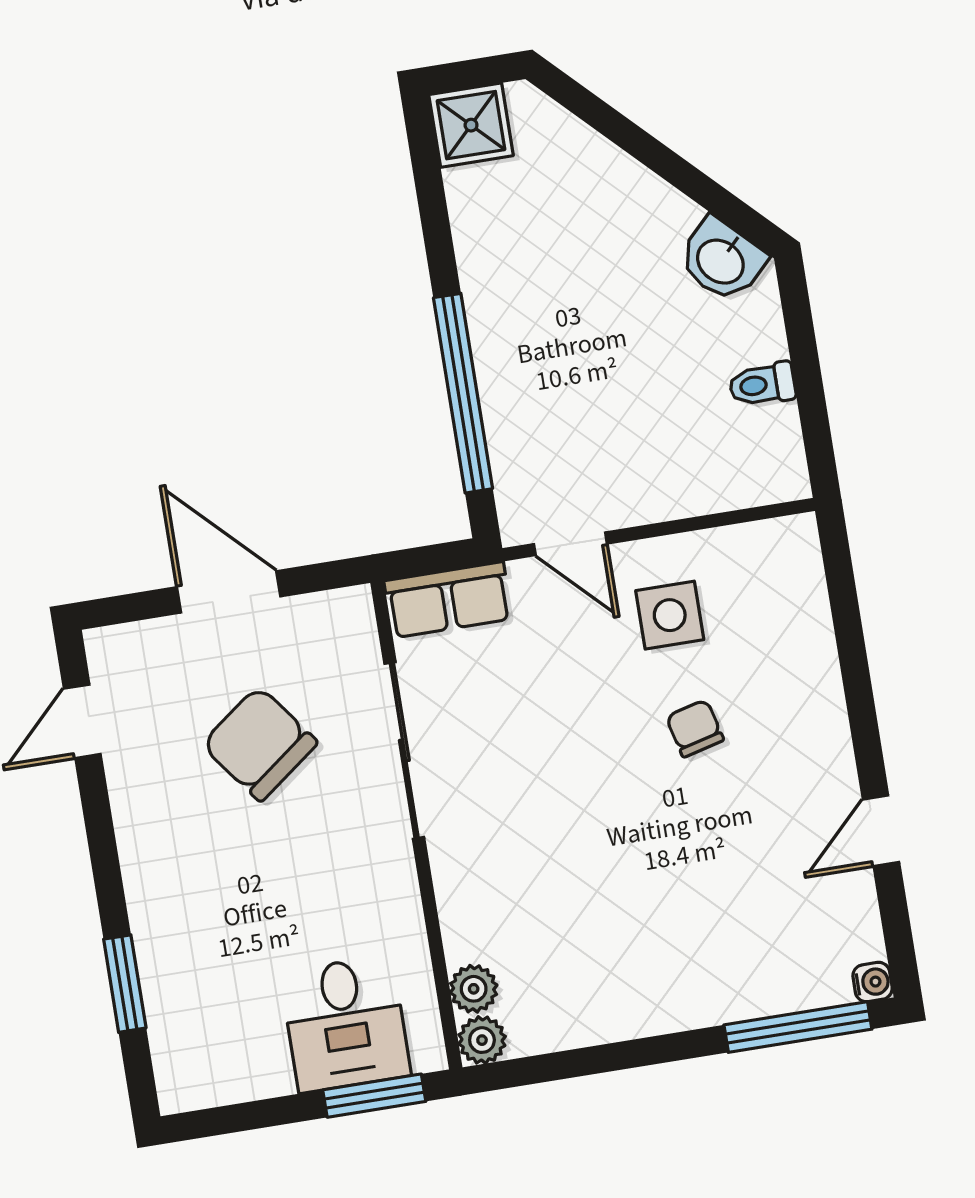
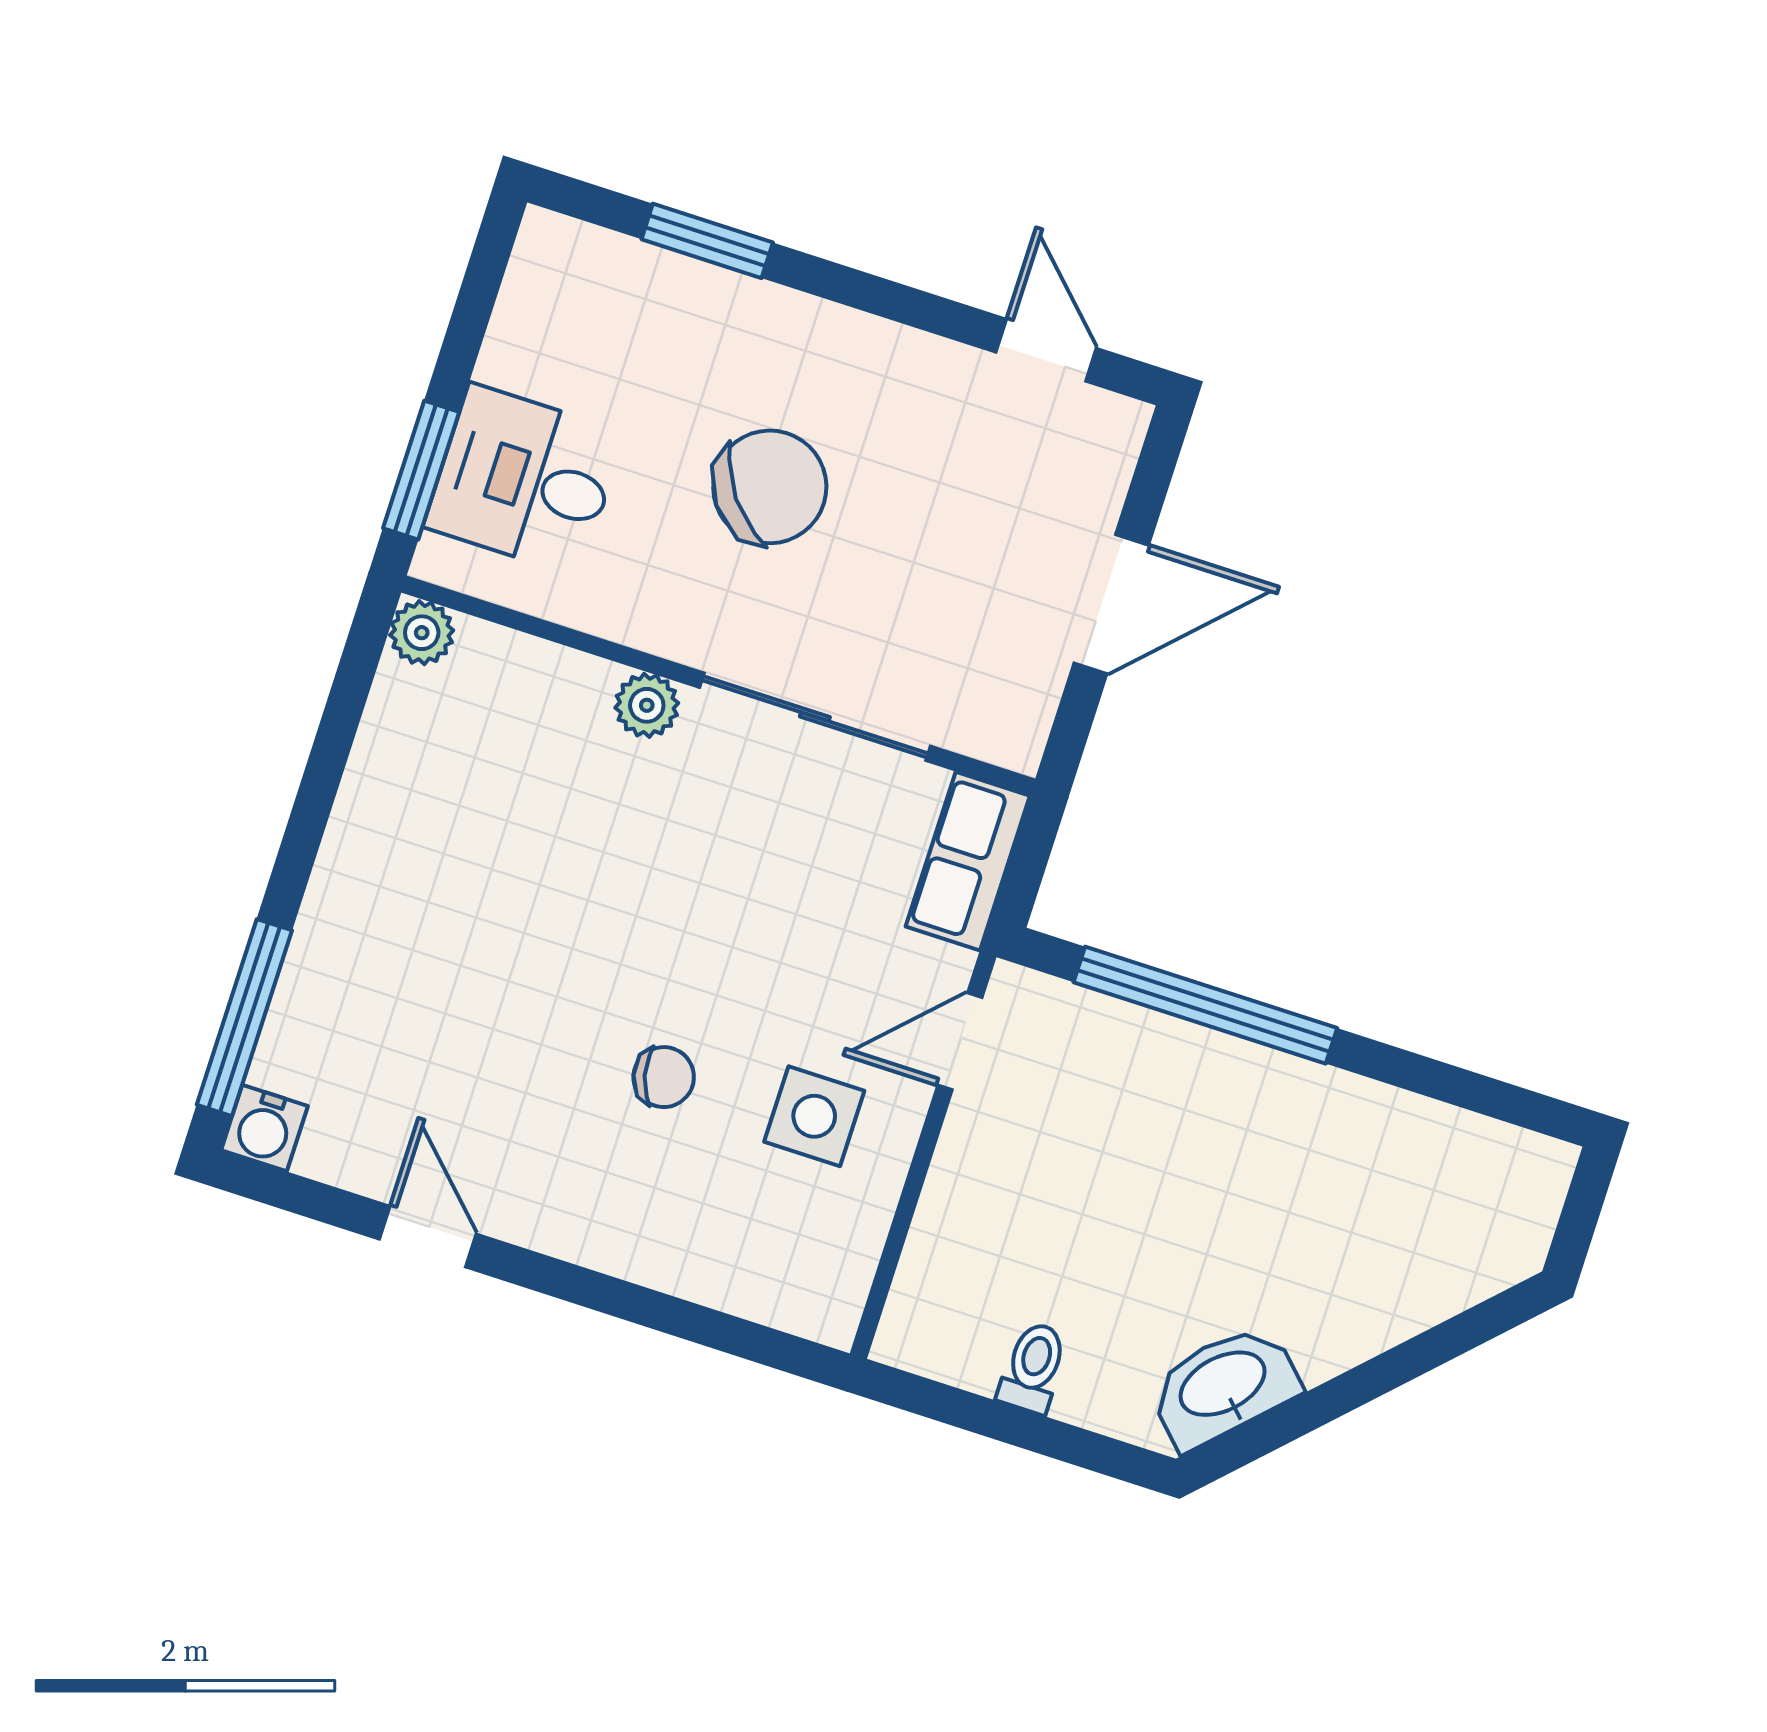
shower: (471, 125) -> (1520, 1178), removed
washbasin: (722, 260) -> (1224, 1386), width x1.38
chair: (259, 744) -> (770, 487), moved
water cooler: (873, 982) -> (264, 1128), width x1.38, depth x1.38
plant: (474, 989) -> (647, 705), moved

